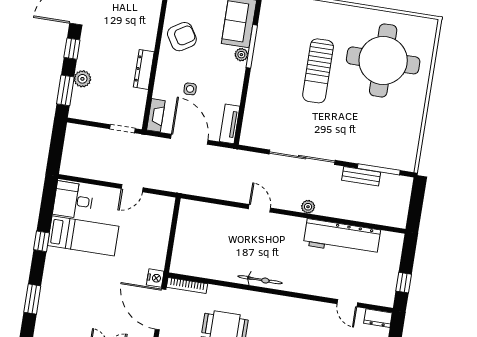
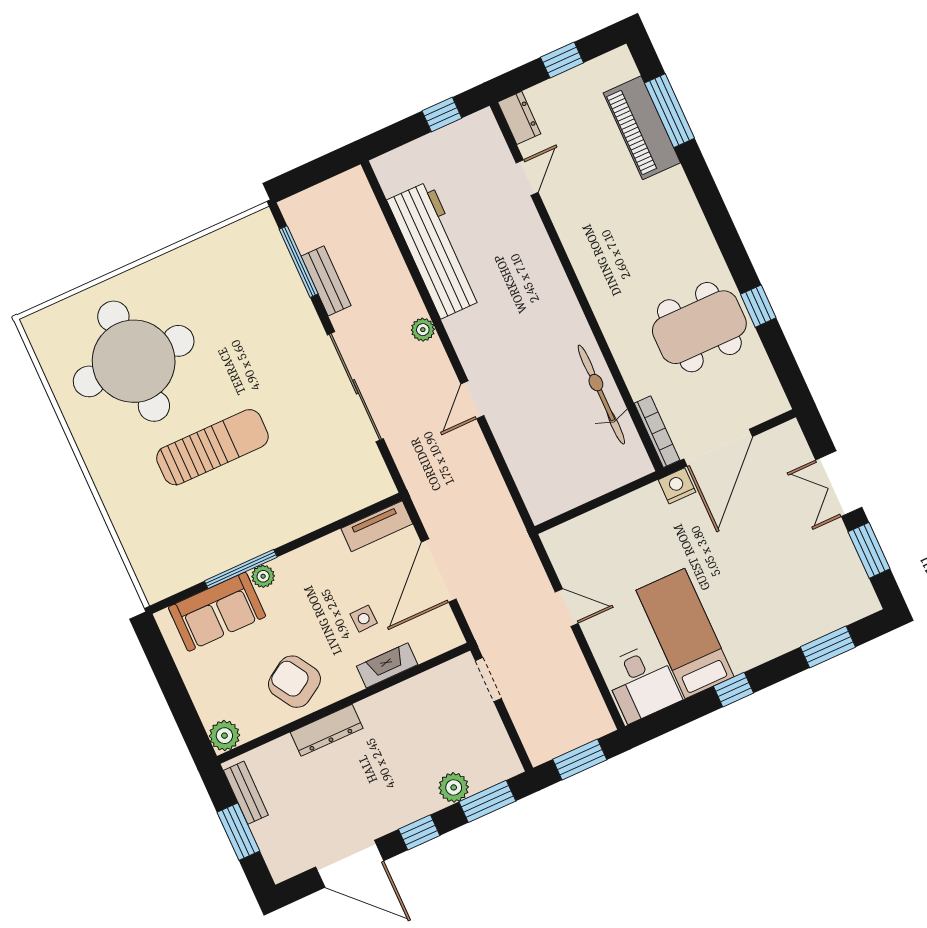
dresser: (144, 69) -> (327, 730), moved
fireplace: (156, 115) -> (387, 665), moved
window: (56, 147) -> (580, 759), added
bicycle: (260, 280) -> (601, 395), moved, width x1.37, depth x1.40

